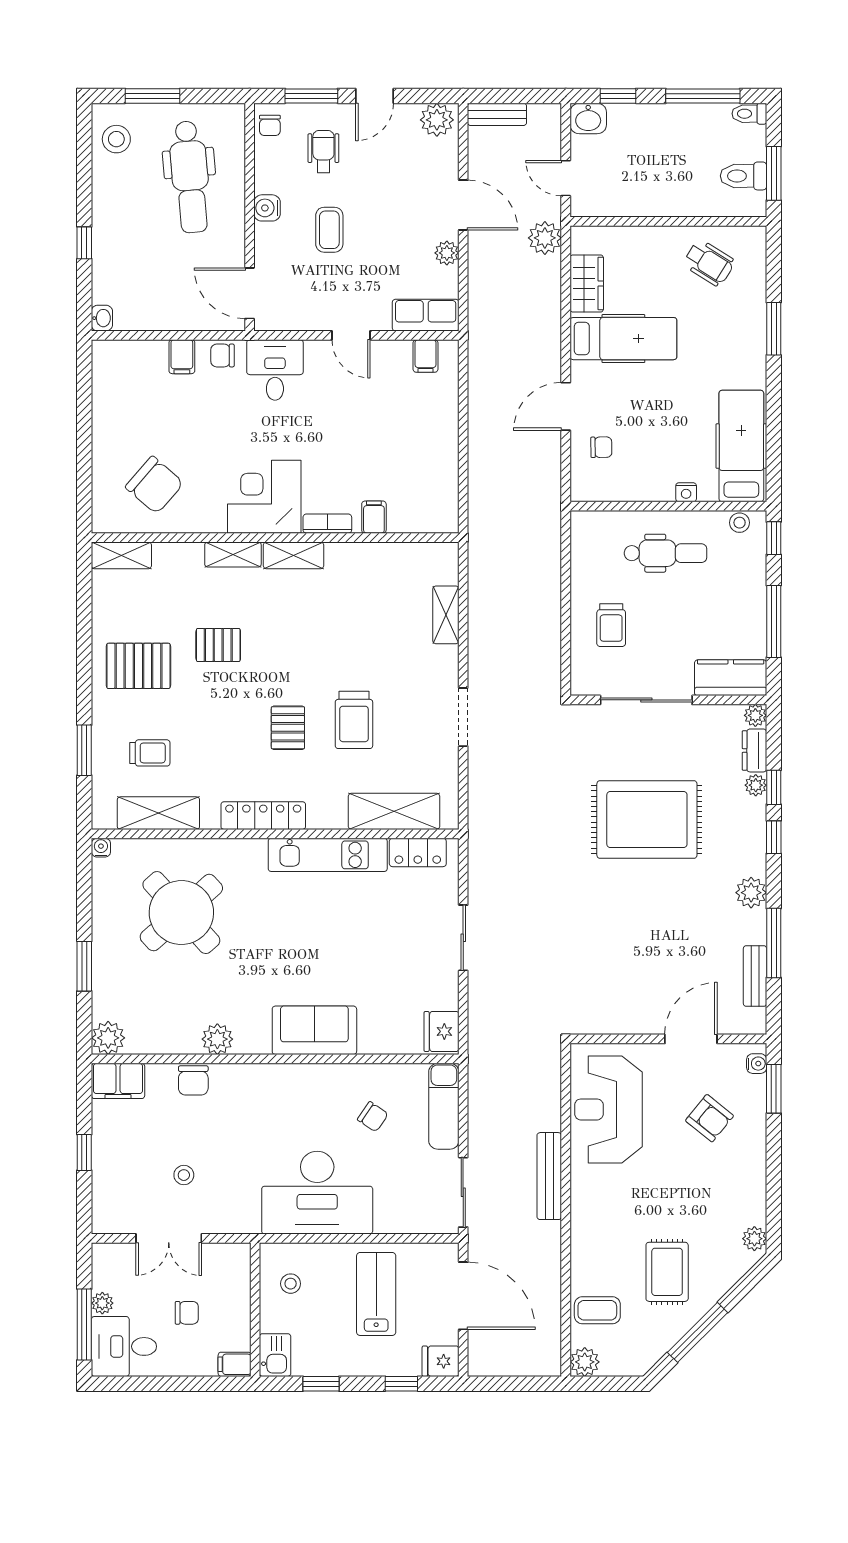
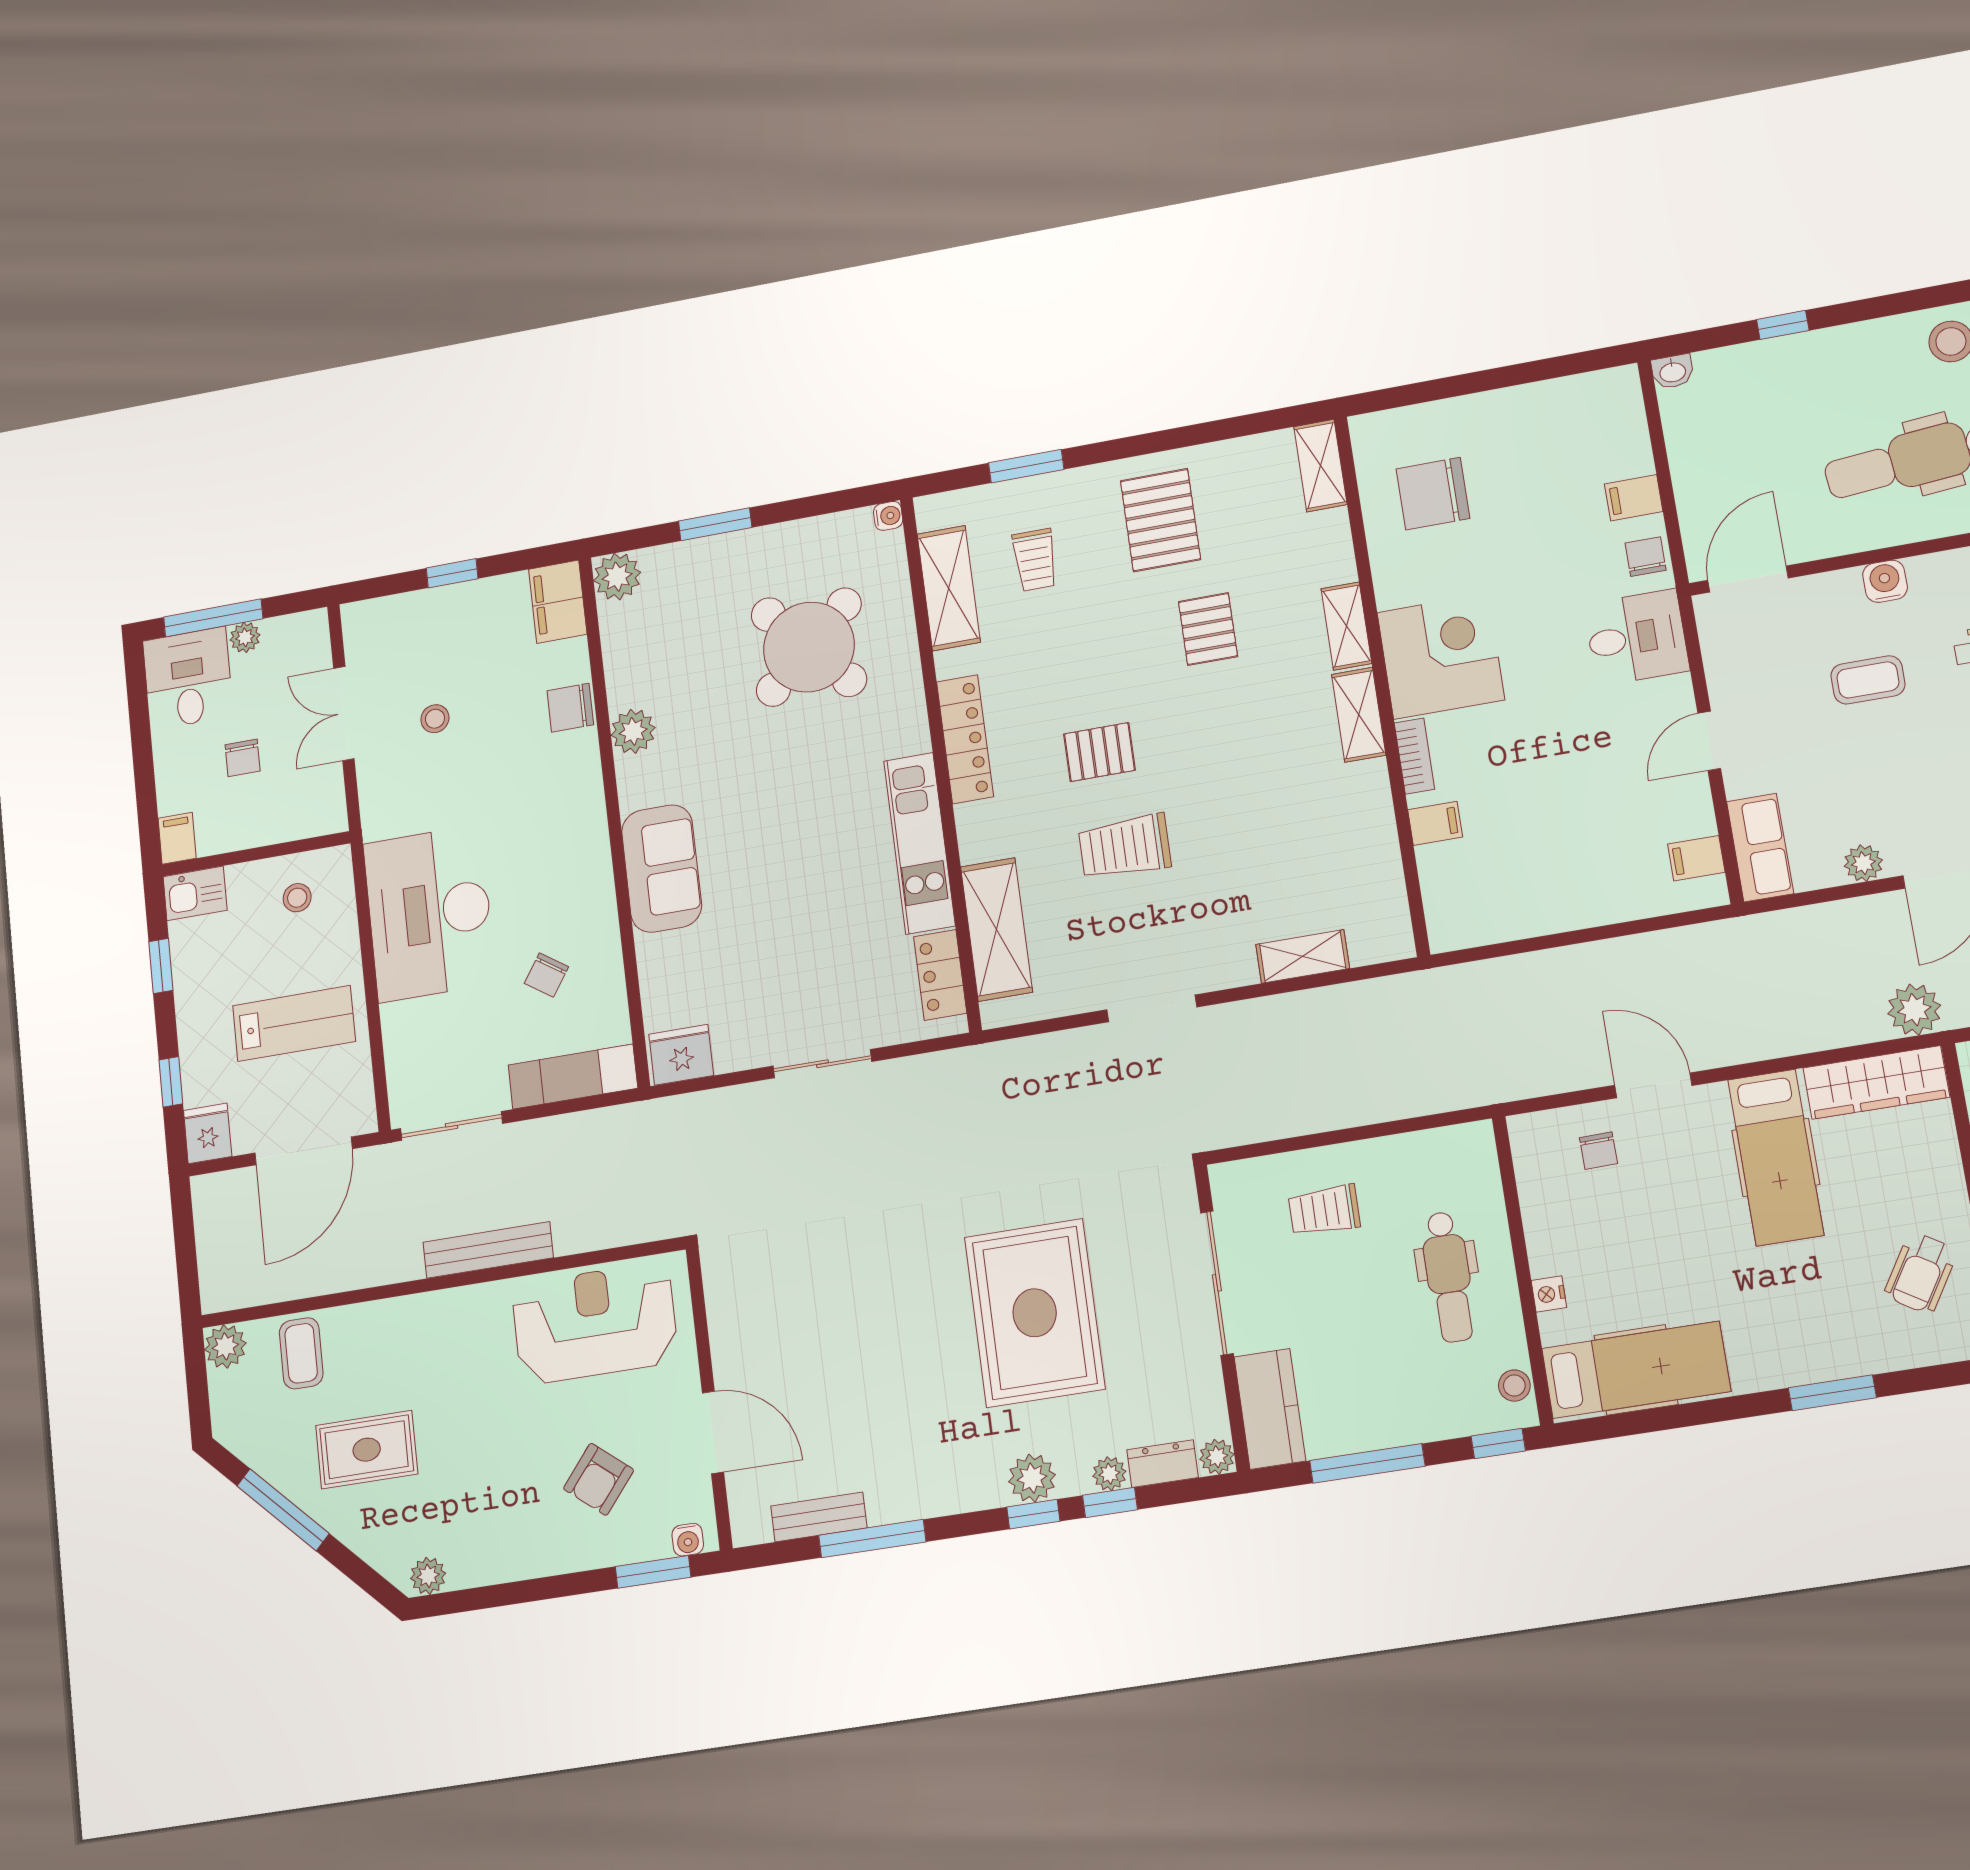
wardrobe: (587, 283) -> (1876, 1083), width x1.50
chair: (154, 485) -> (1433, 494), turned 49
plant: (751, 893) -> (1032, 1478), moved

